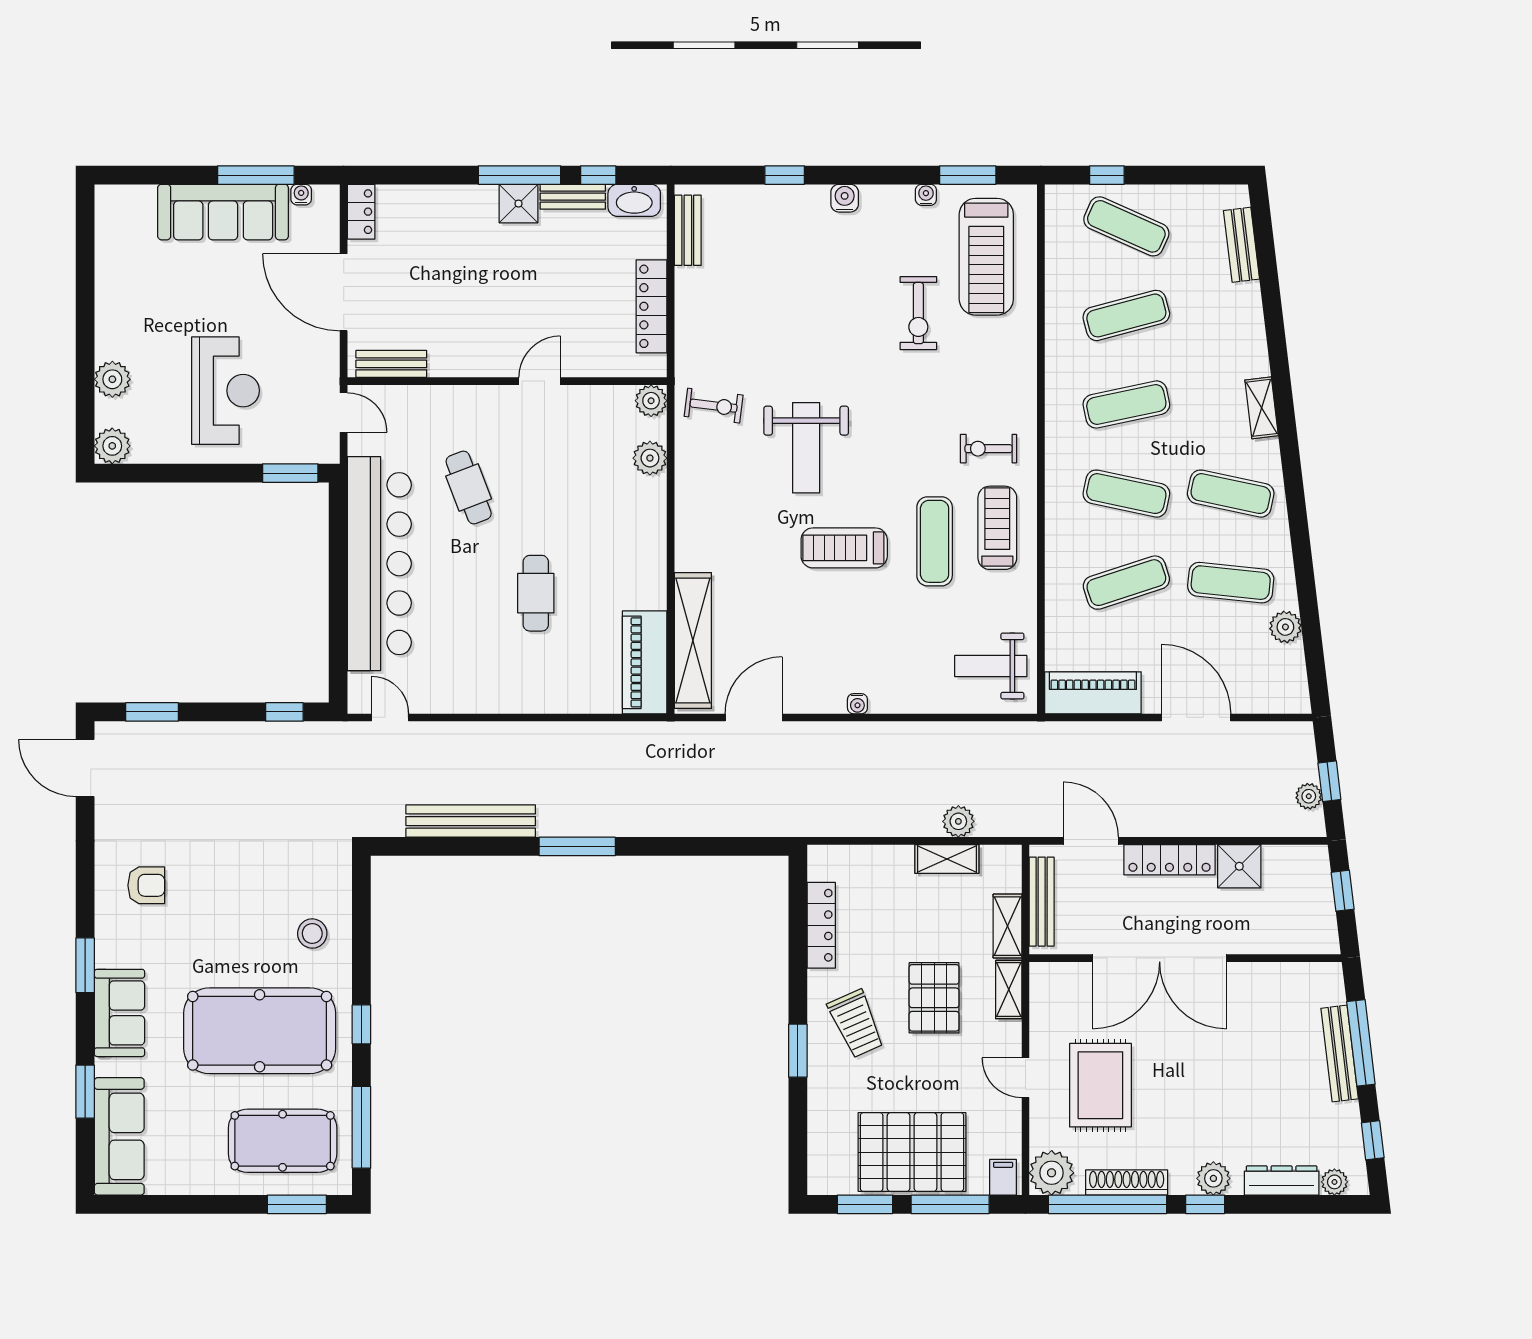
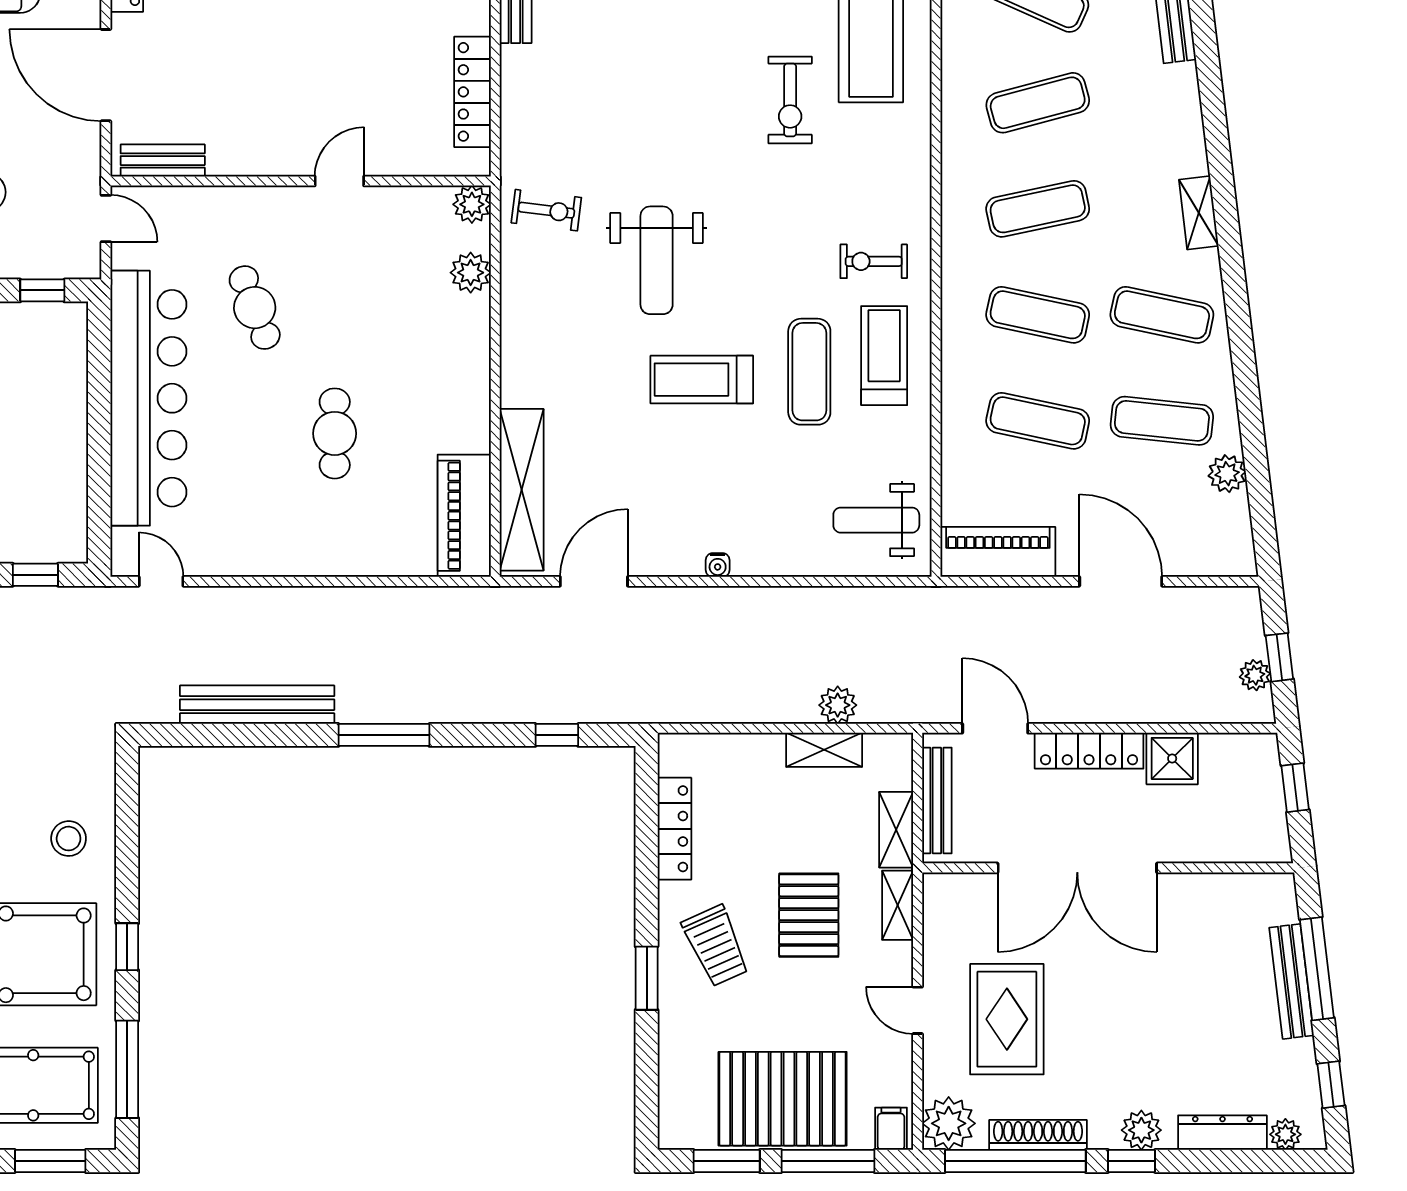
window: (290, 473) -> (42, 290), width x0.67
exercise mat: (1126, 583) -> (1038, 421), turned 30
window: (722, 846) -> (557, 735), added

